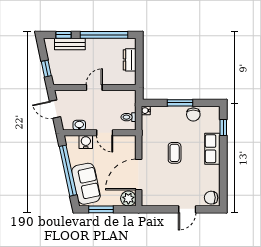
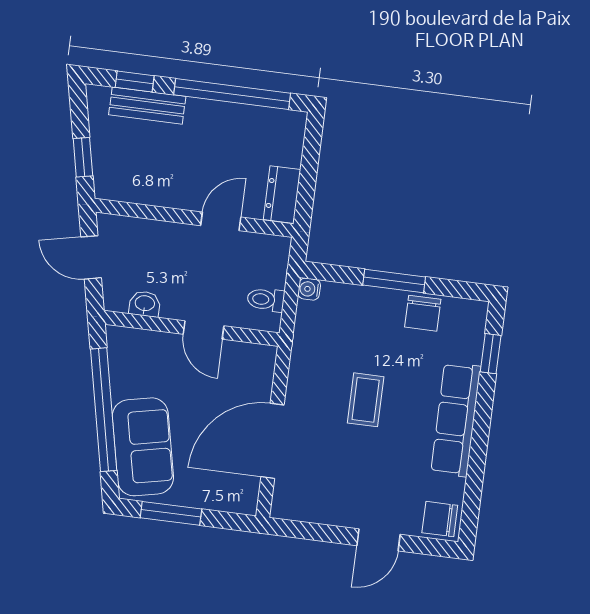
dresser: (130, 60) -> (282, 195), moved
door: (94, 88) -> (221, 221), moved
water cooler: (86, 142) -> (155, 347), removed
row of seats: (212, 149) -> (456, 419), width x1.48
plant: (128, 198) -> (240, 495), removed

